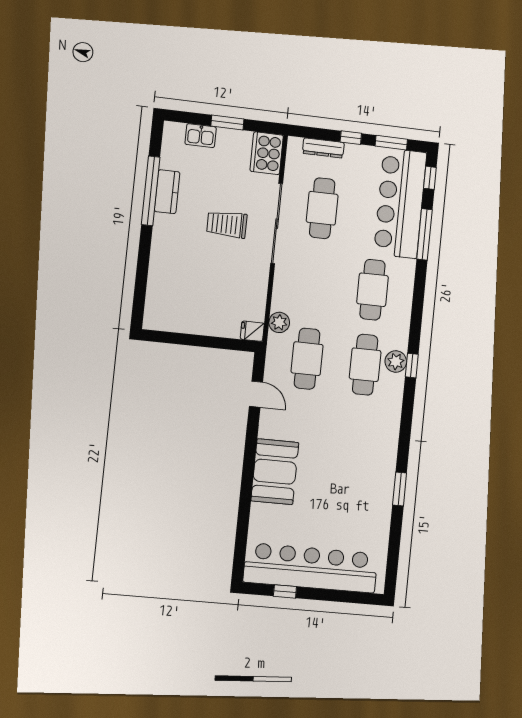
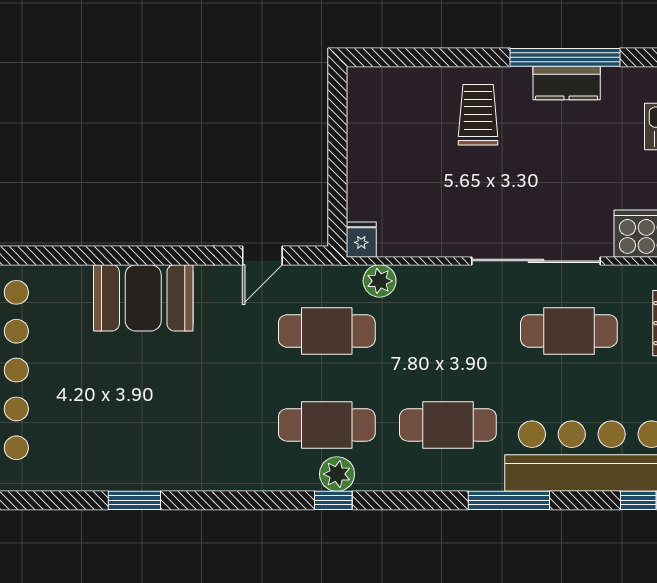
trolley: (227, 224) -> (478, 115), moved
window: (424, 234) -> (509, 500), moved

